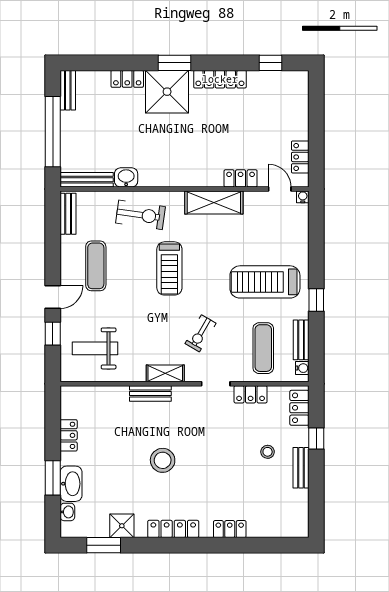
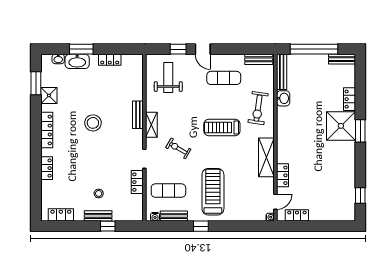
locker: (220, 79) -> (349, 161), removed
locker: (299, 408) -> (61, 215), moved
bench: (301, 468) -> (98, 216), moved

